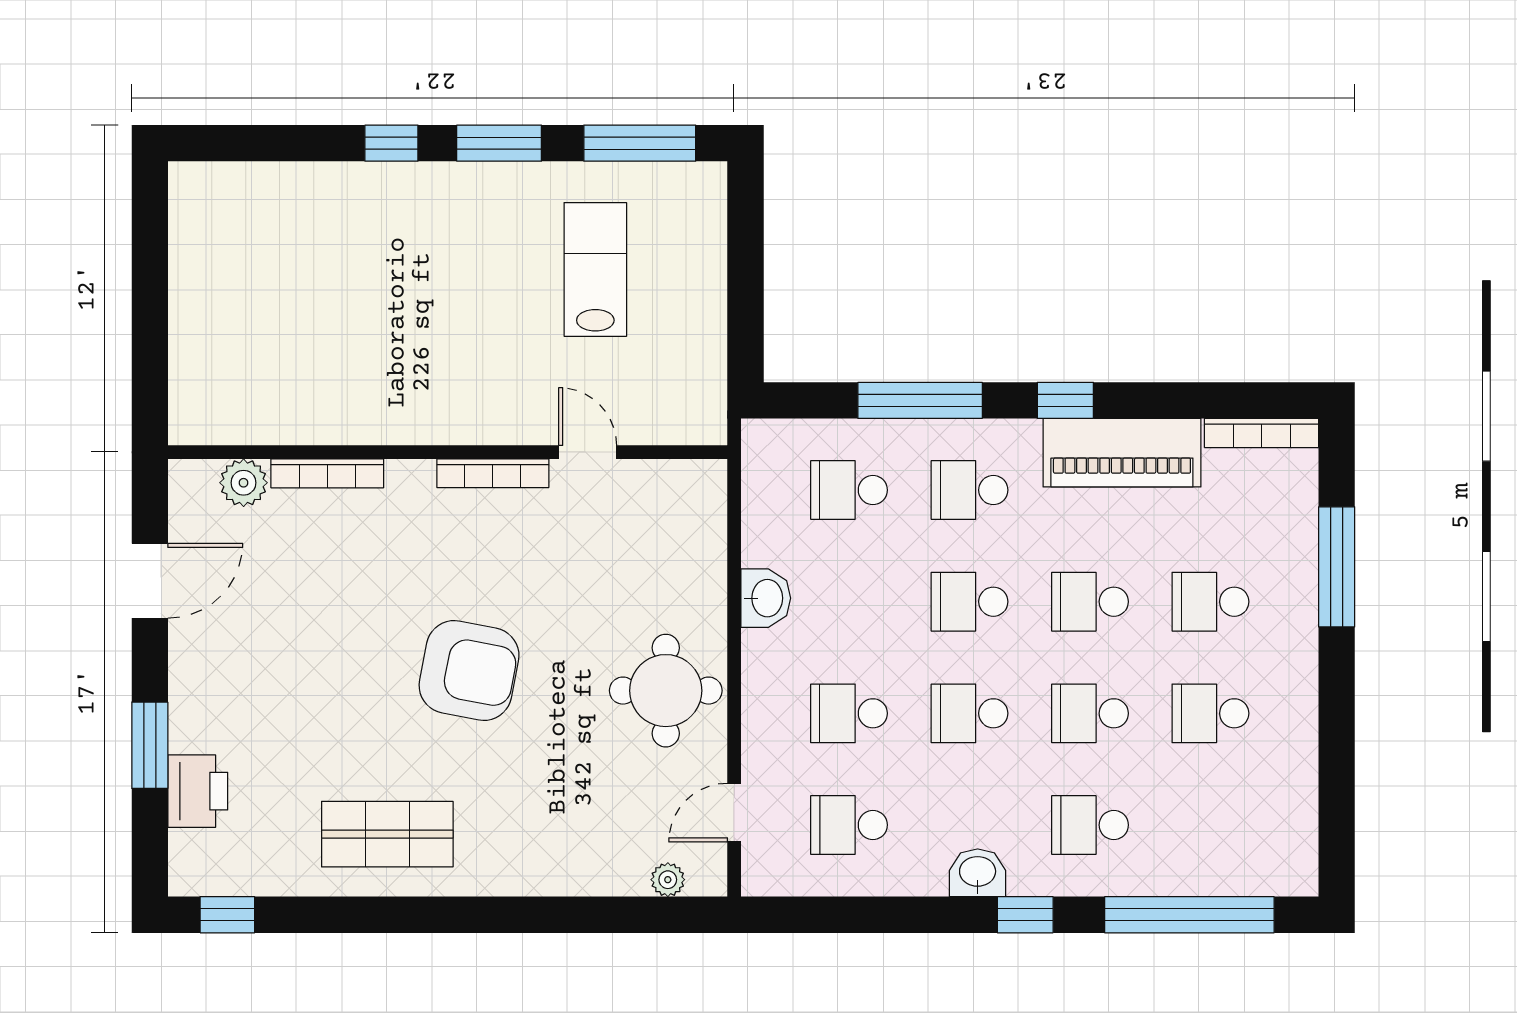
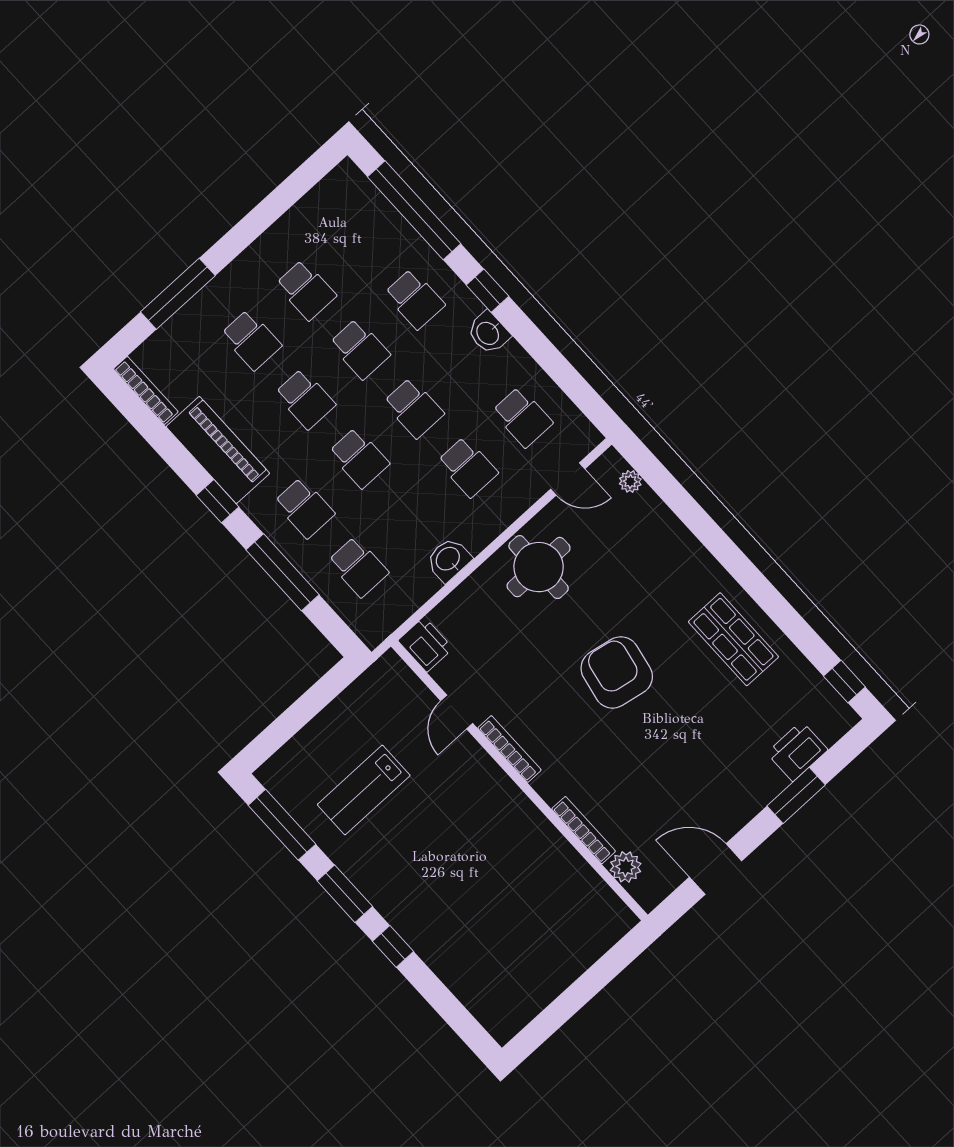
printer: (695, 486) -> (425, 644), added

